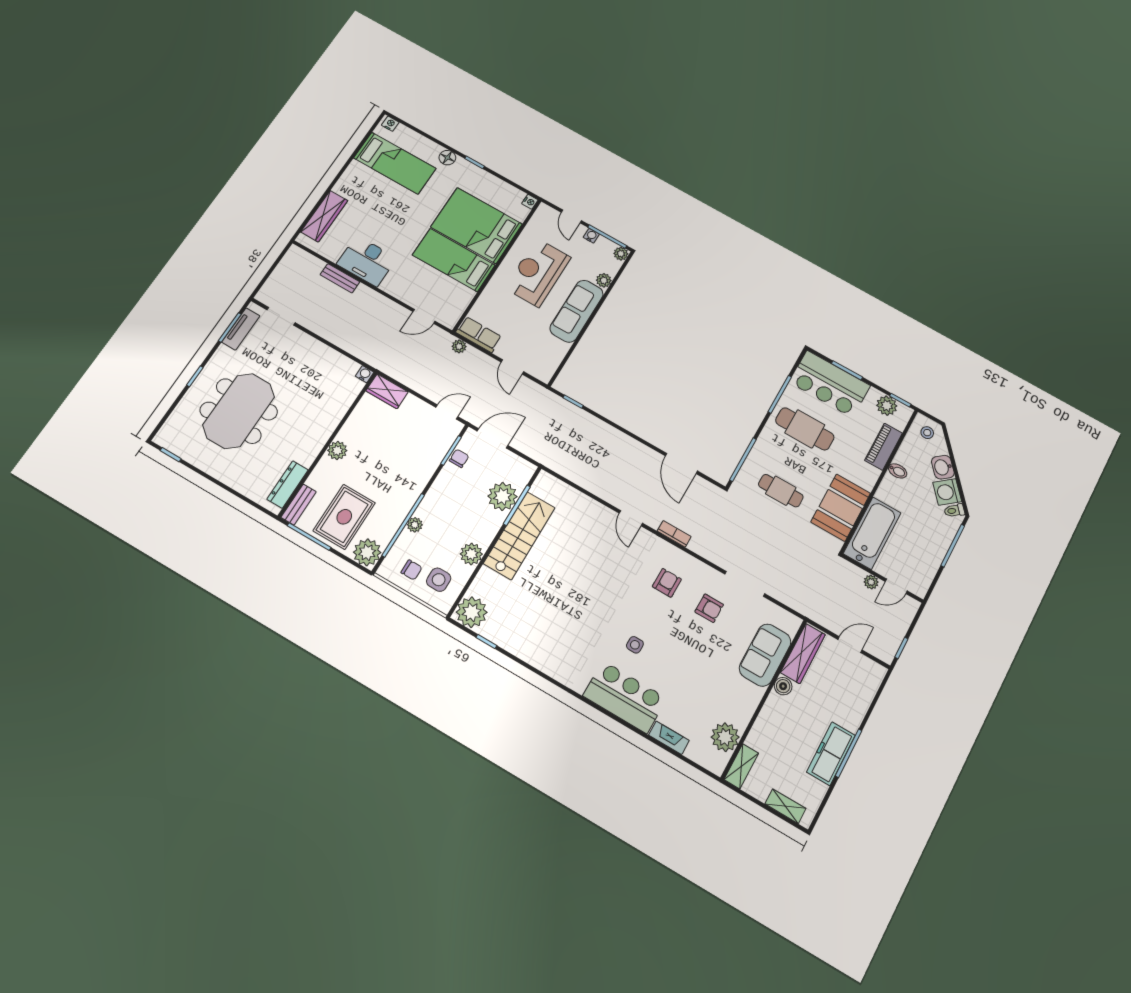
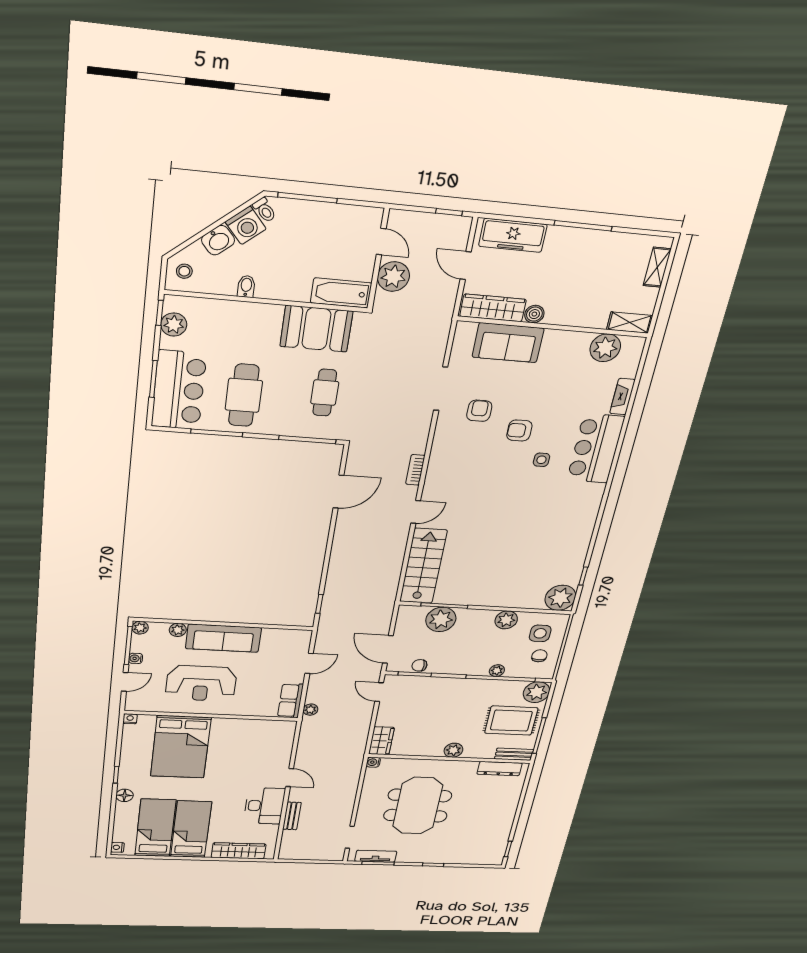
bed: (454, 260) -> (191, 829), moved, turned 180
door: (424, 316) -> (290, 778), moved
meeting table: (239, 411) -> (418, 806), moved, turned 90
piano: (883, 447) -> (225, 311), removed
bathtub: (872, 533) -> (341, 293), width x0.73, depth x0.73
stairs: (519, 536) -> (423, 566), moved, turned 90
plant: (871, 582) -> (393, 277), width x1.88, depth x1.88
armchair: (667, 583) -> (519, 431), moved
freezer: (831, 754) -> (513, 235), moved

